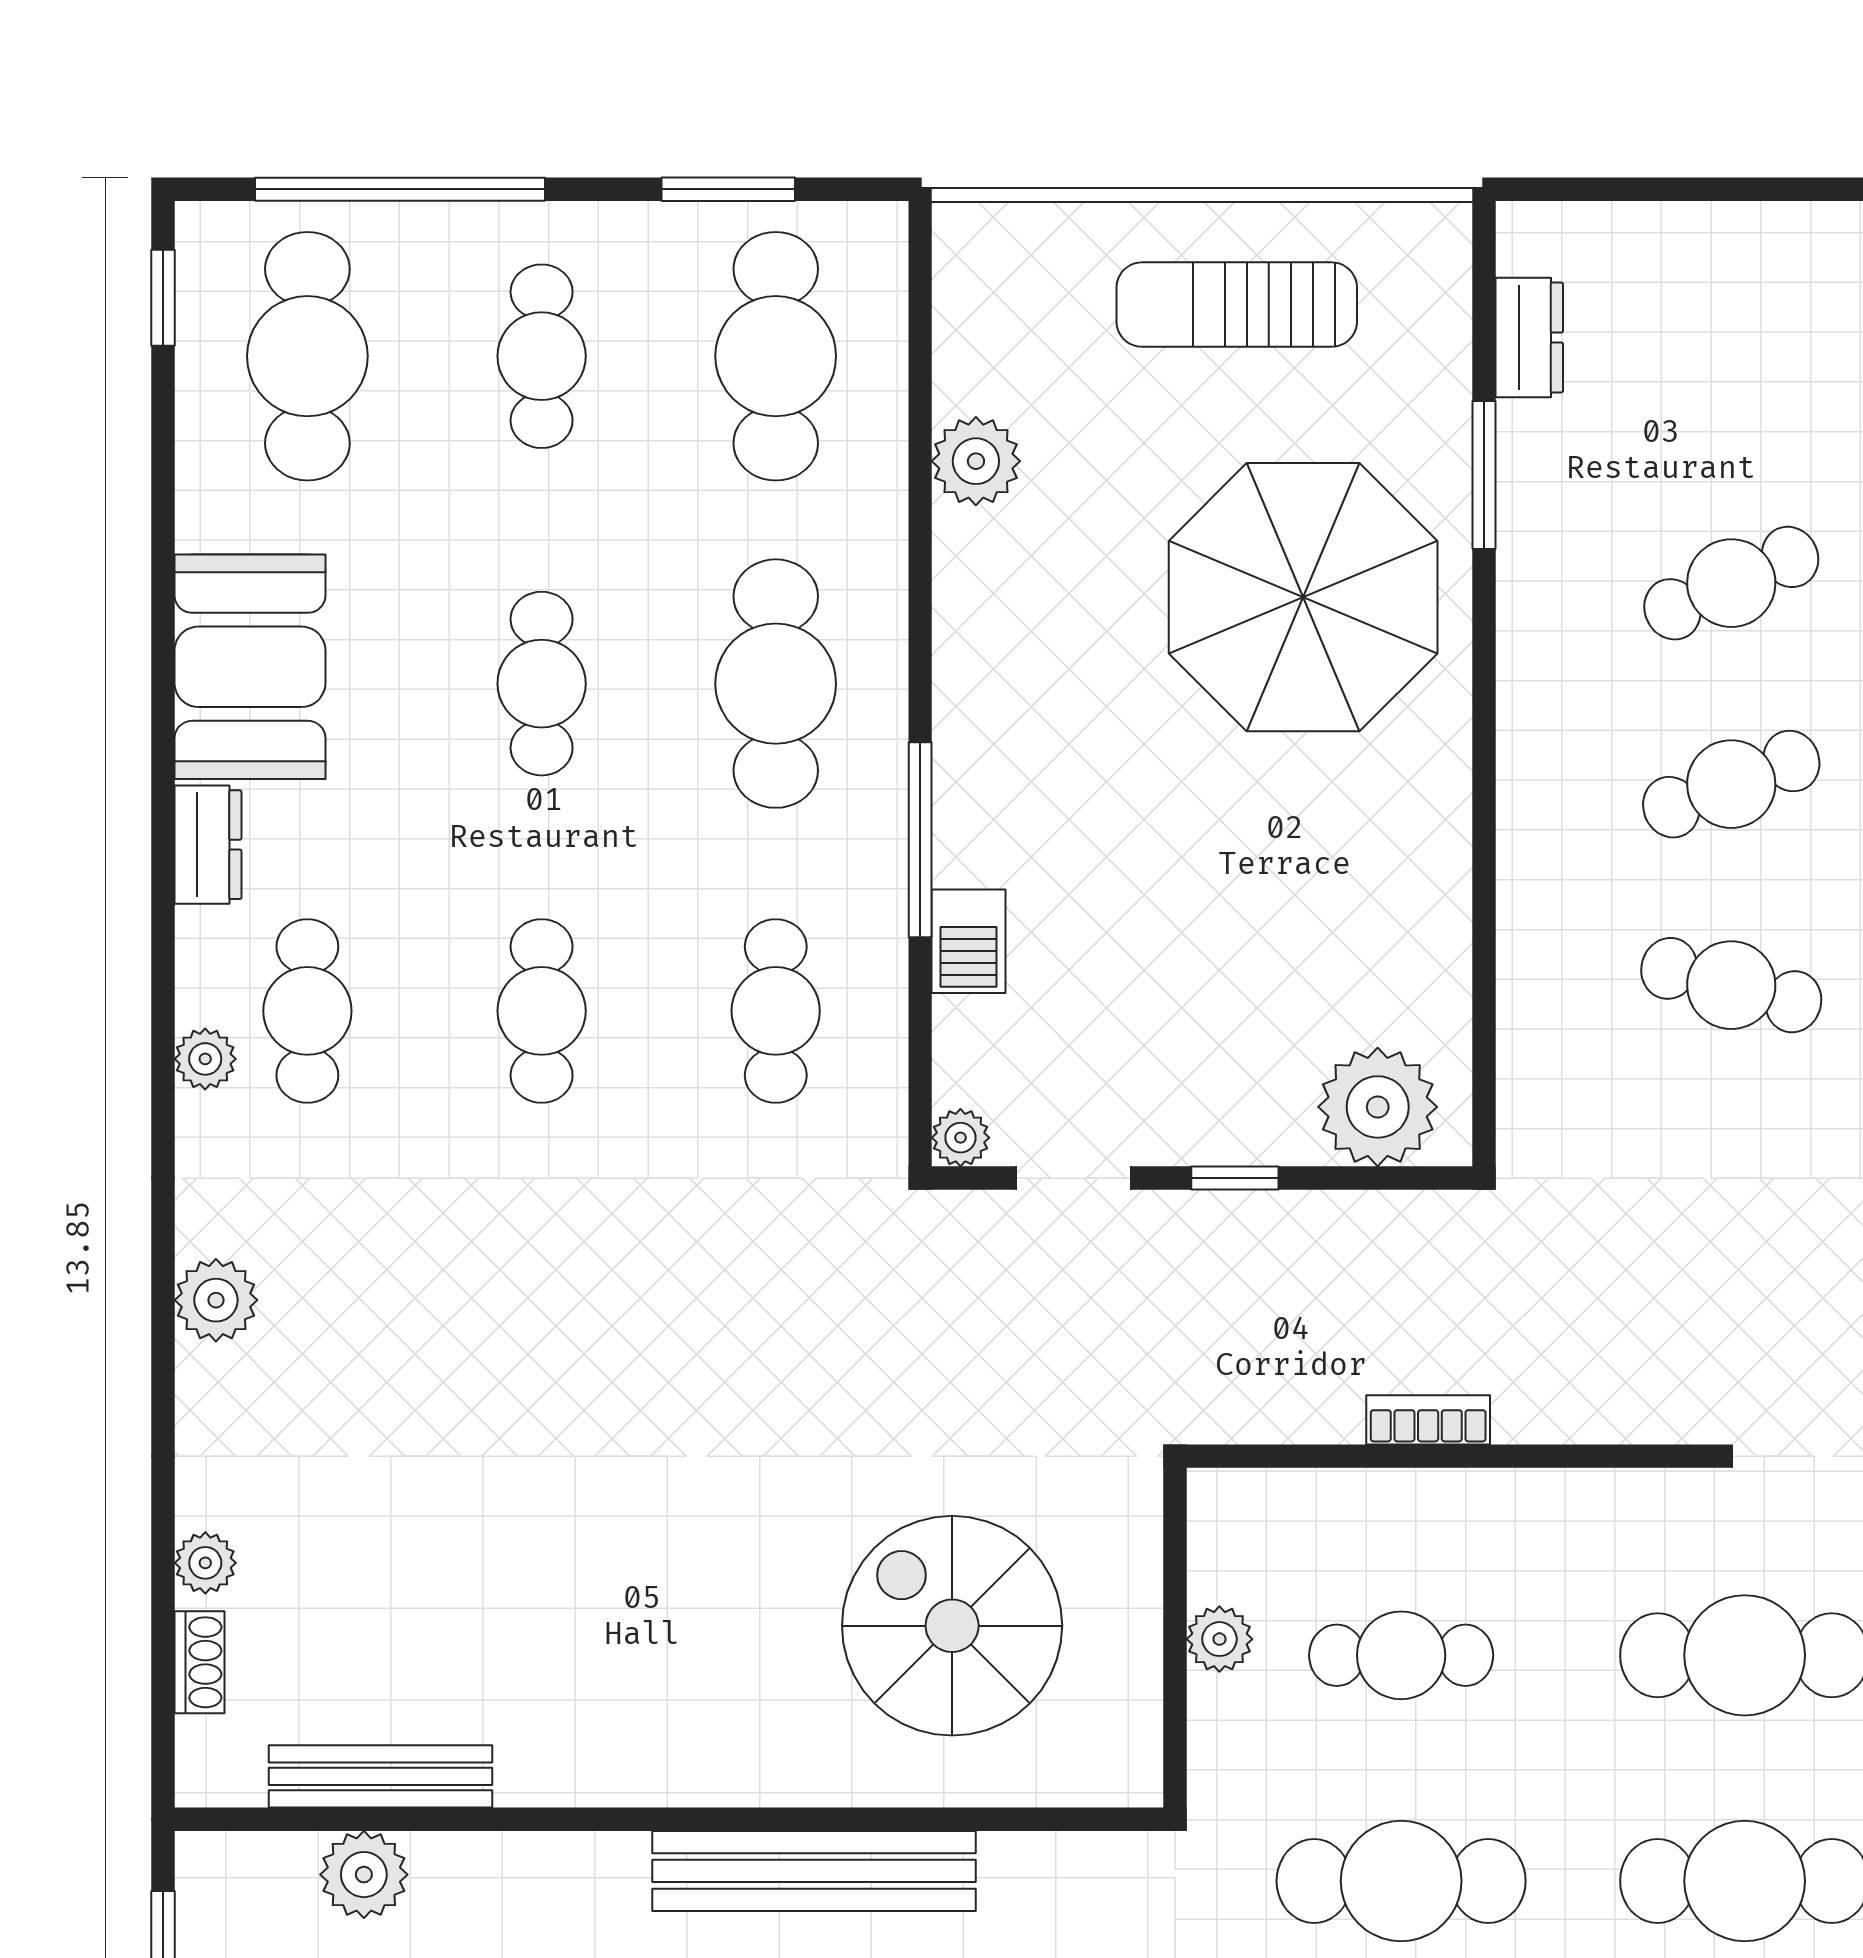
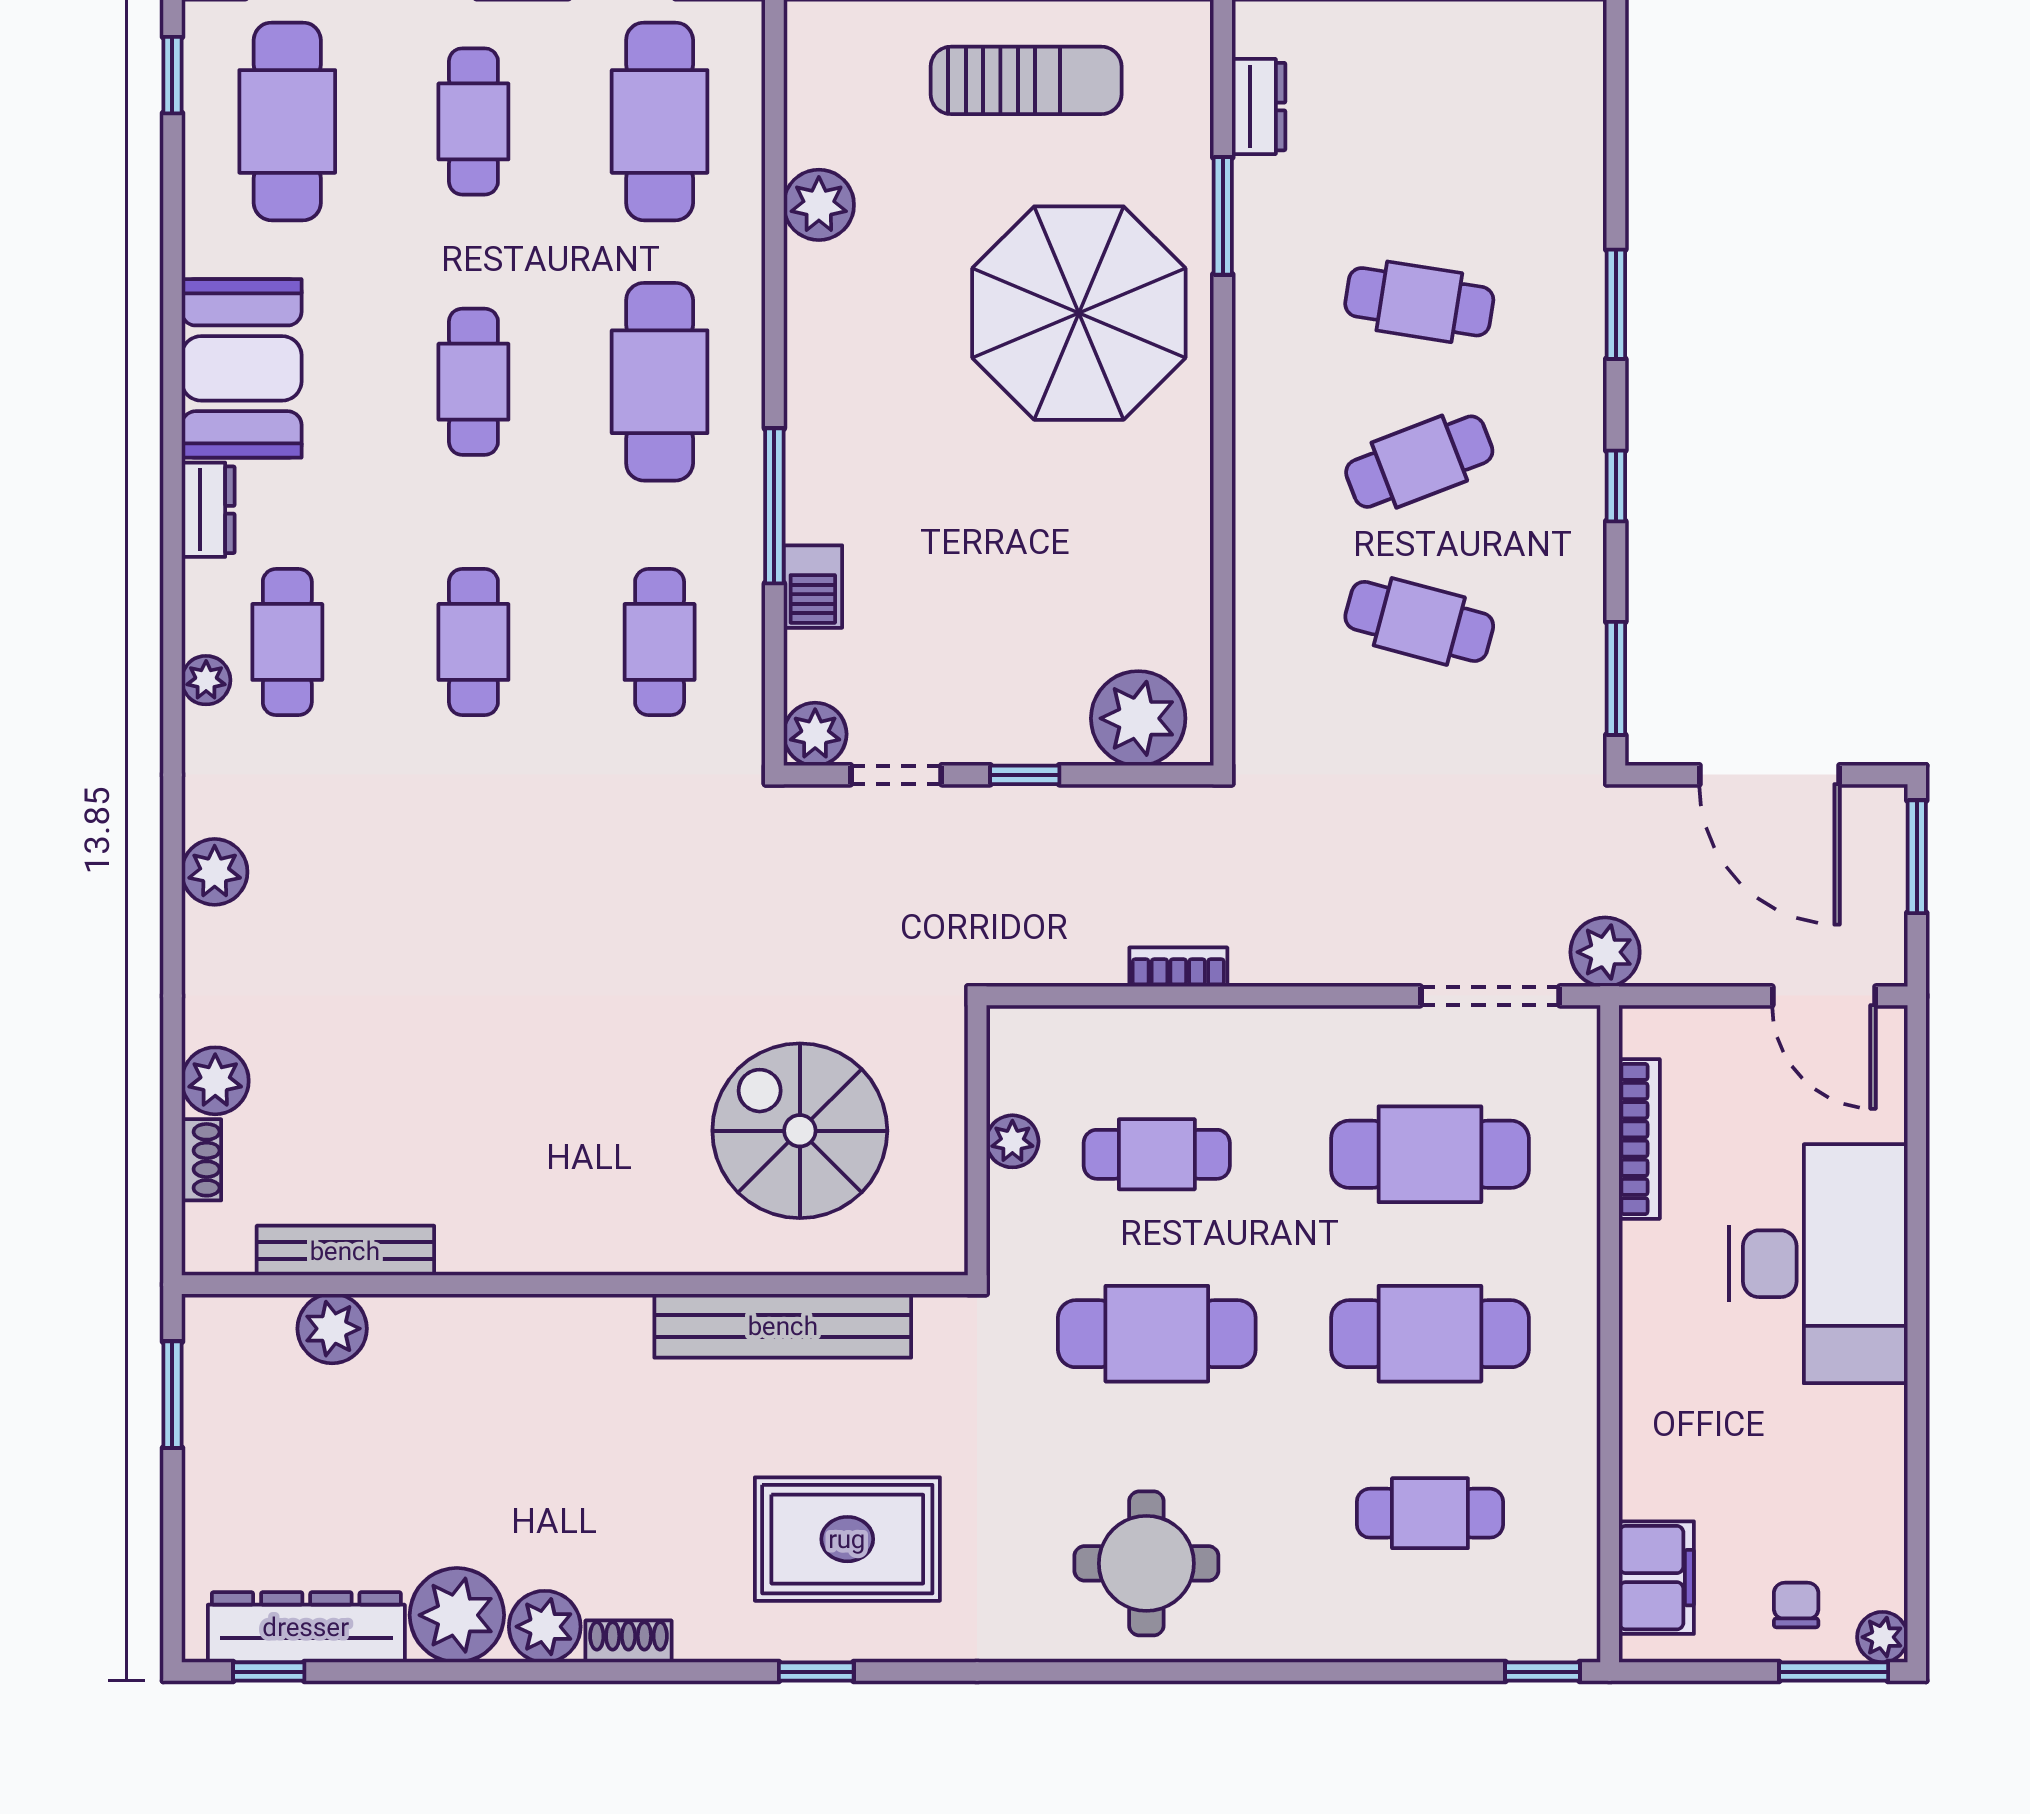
sun lounger: (1237, 305) -> (1026, 80), turned 180
cafe table: (1731, 583) -> (1419, 302), turned 33
plant: (960, 1138) -> (815, 734), width x1.38, depth x1.38
plant: (205, 1563) -> (215, 1081), width x1.38, depth x1.38
bench: (814, 1871) -> (783, 1326), moved

